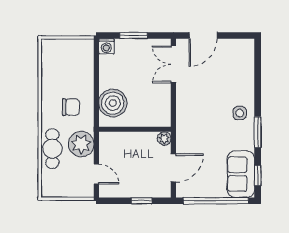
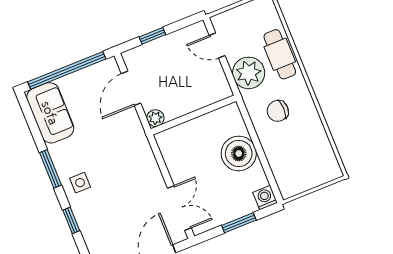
boiler: (113, 103) -> (239, 153), moved
window: (258, 175) -> (71, 220), moved

